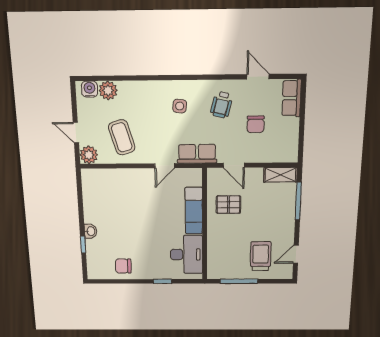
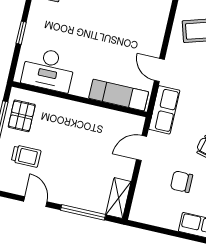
pallet: (228, 205) -> (22, 116), moved
exam couch: (194, 211) -> (119, 95), moved
door: (296, 254) -> (35, 202), moved
trolley: (261, 256) -> (26, 156), width x0.73, depth x0.72

